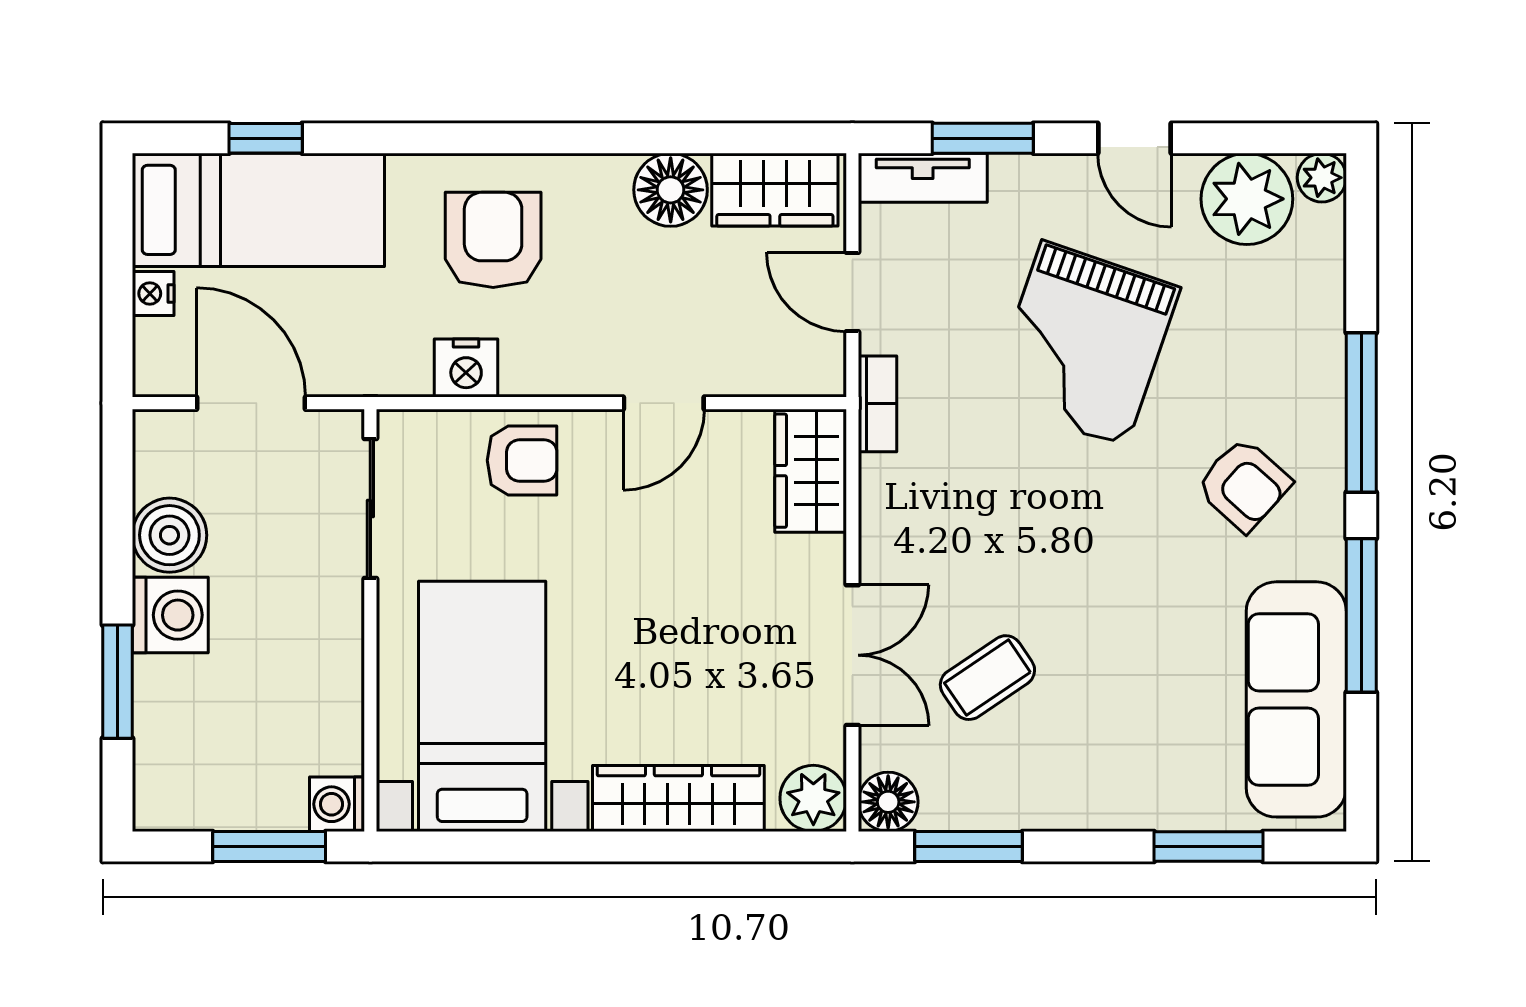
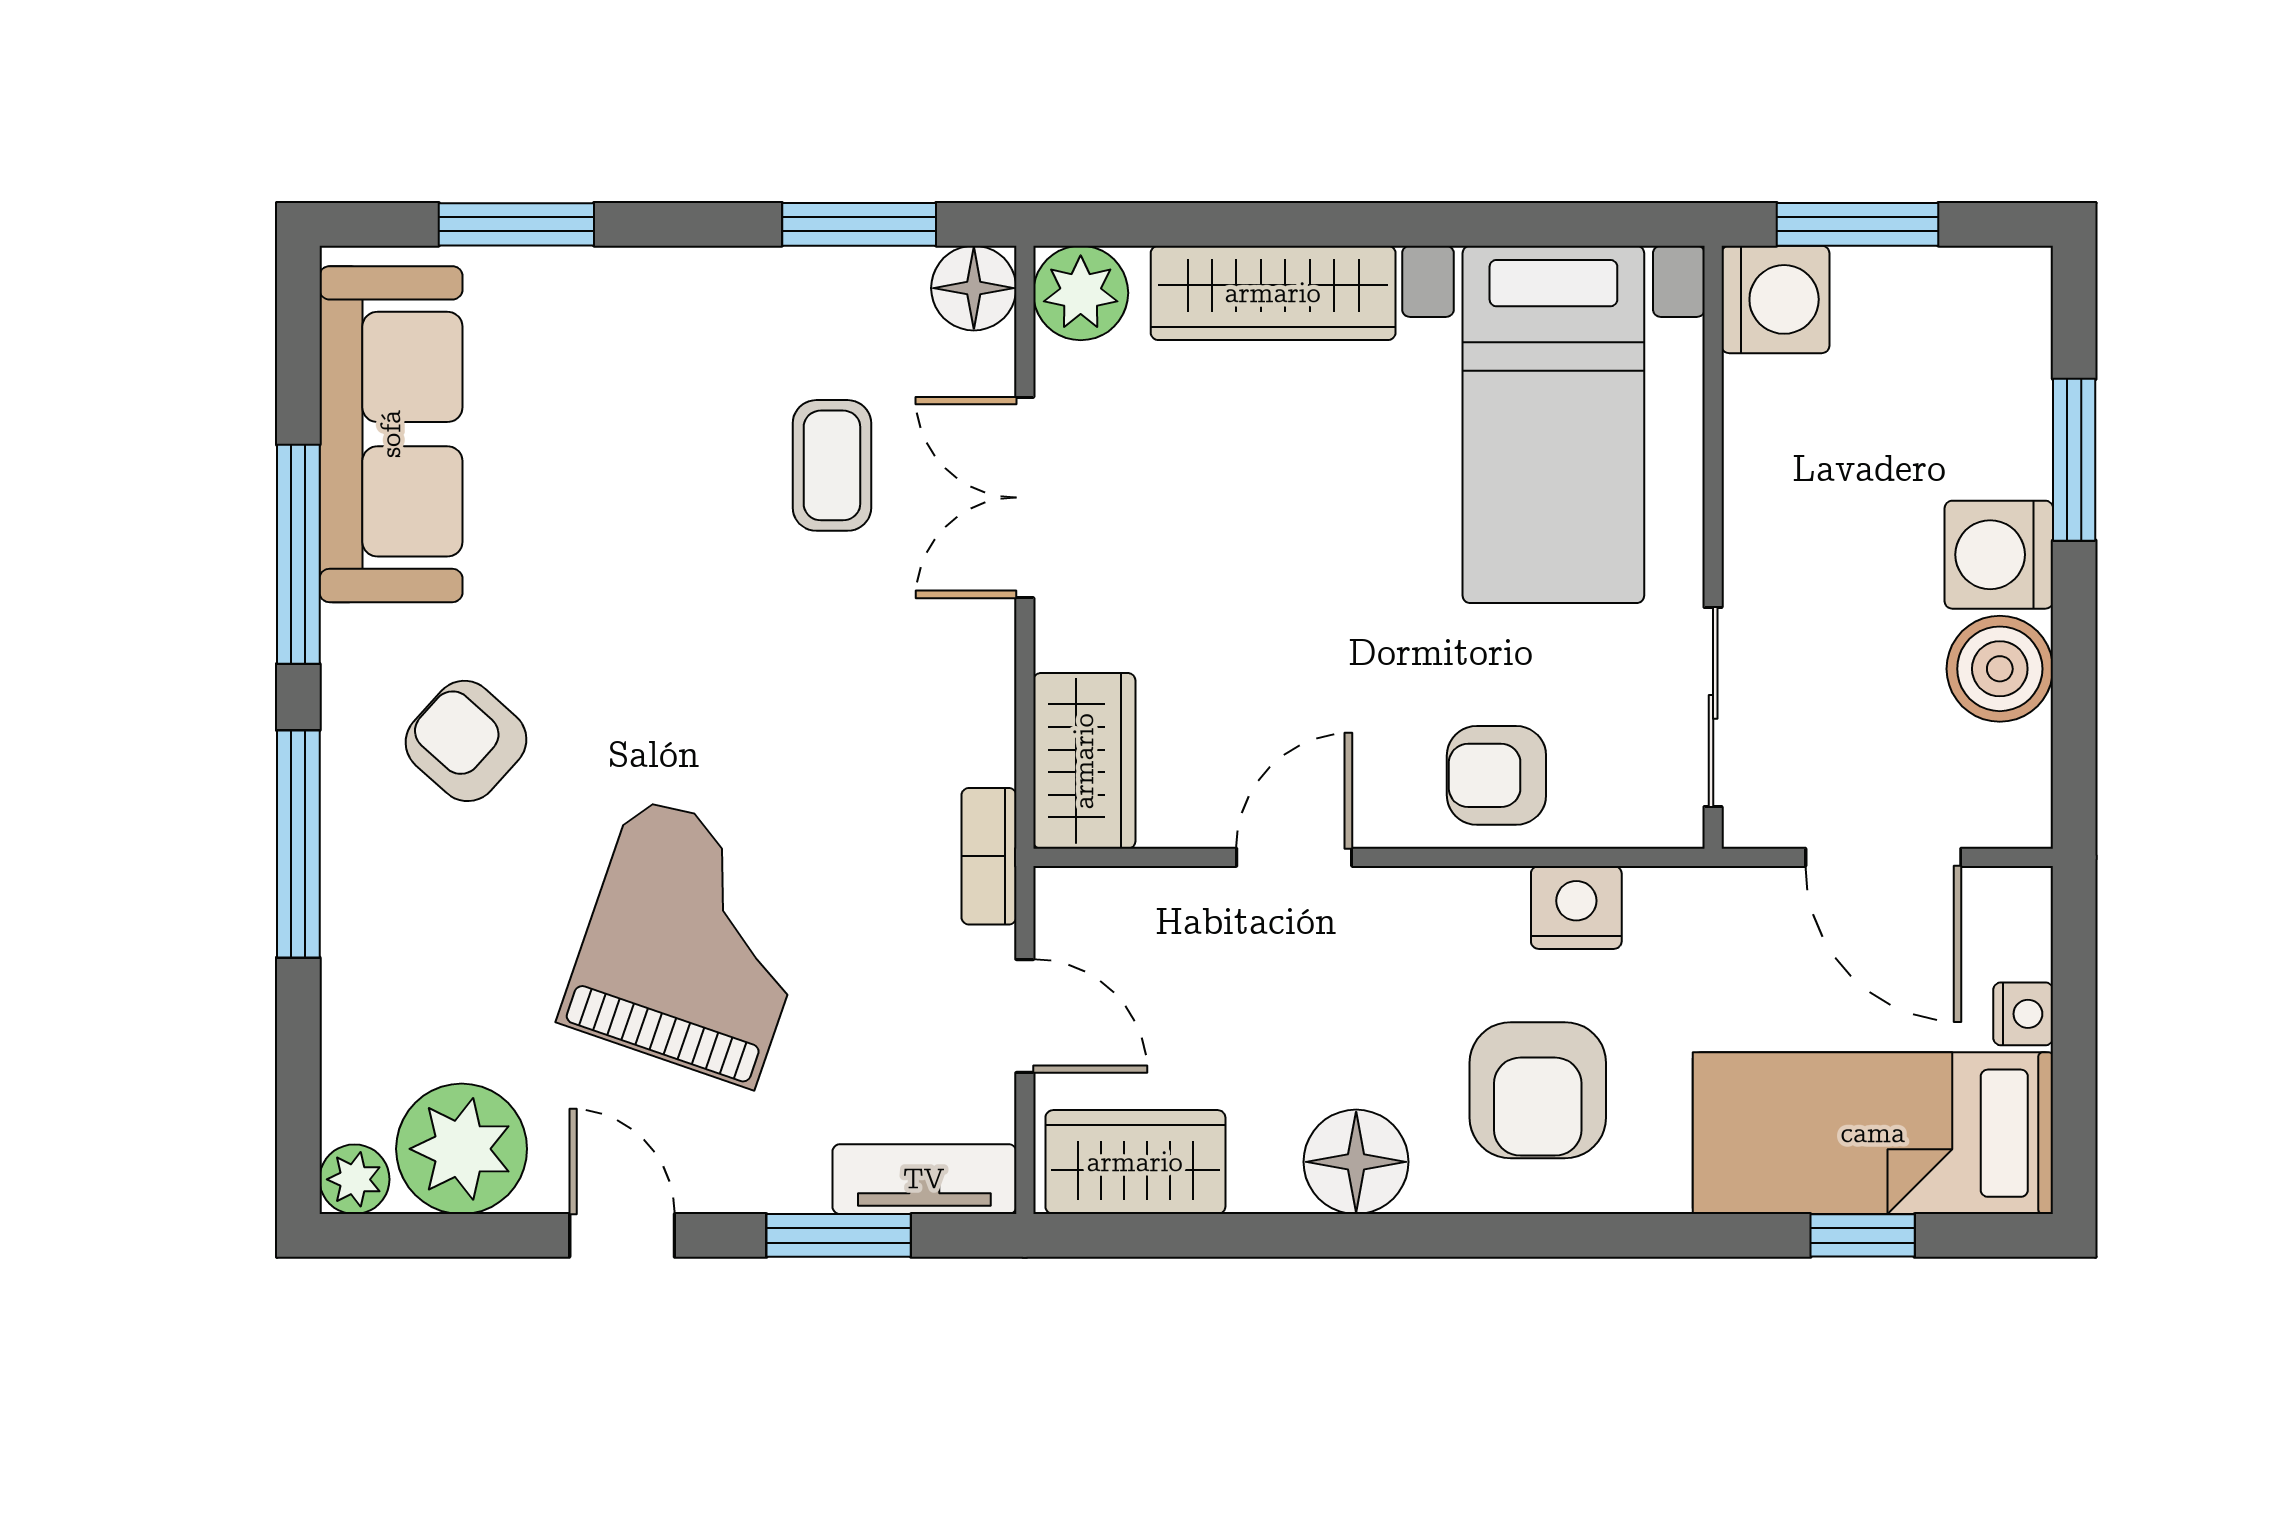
floor lamp: (671, 190) -> (1356, 1162), moved
coffee table: (987, 678) -> (832, 465), turned -56
washing machine: (337, 804) -> (1775, 299), width x1.38, depth x1.38

